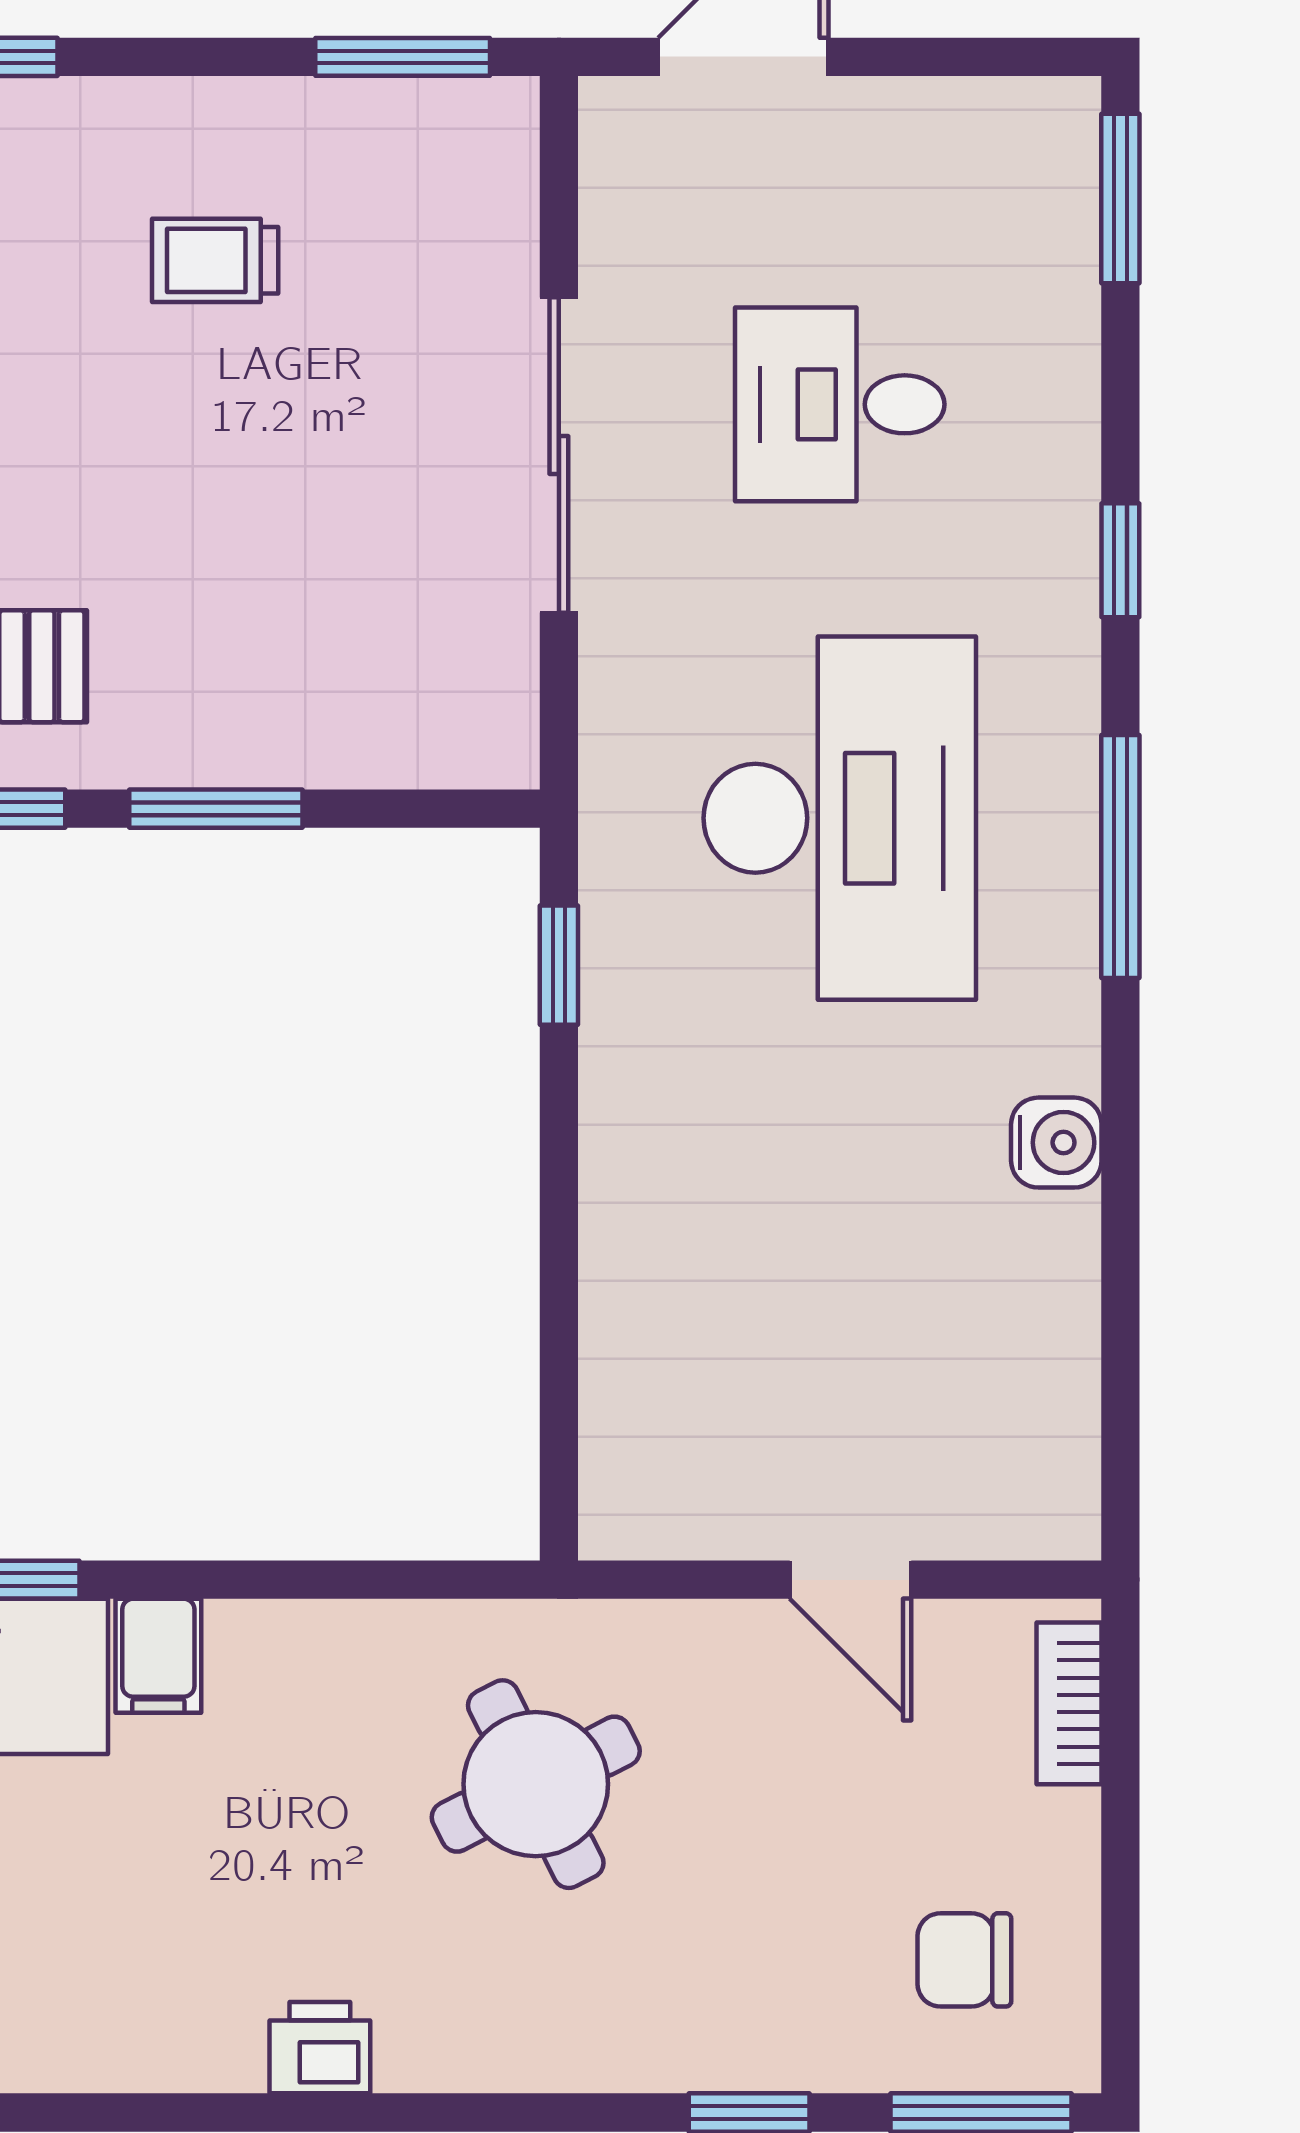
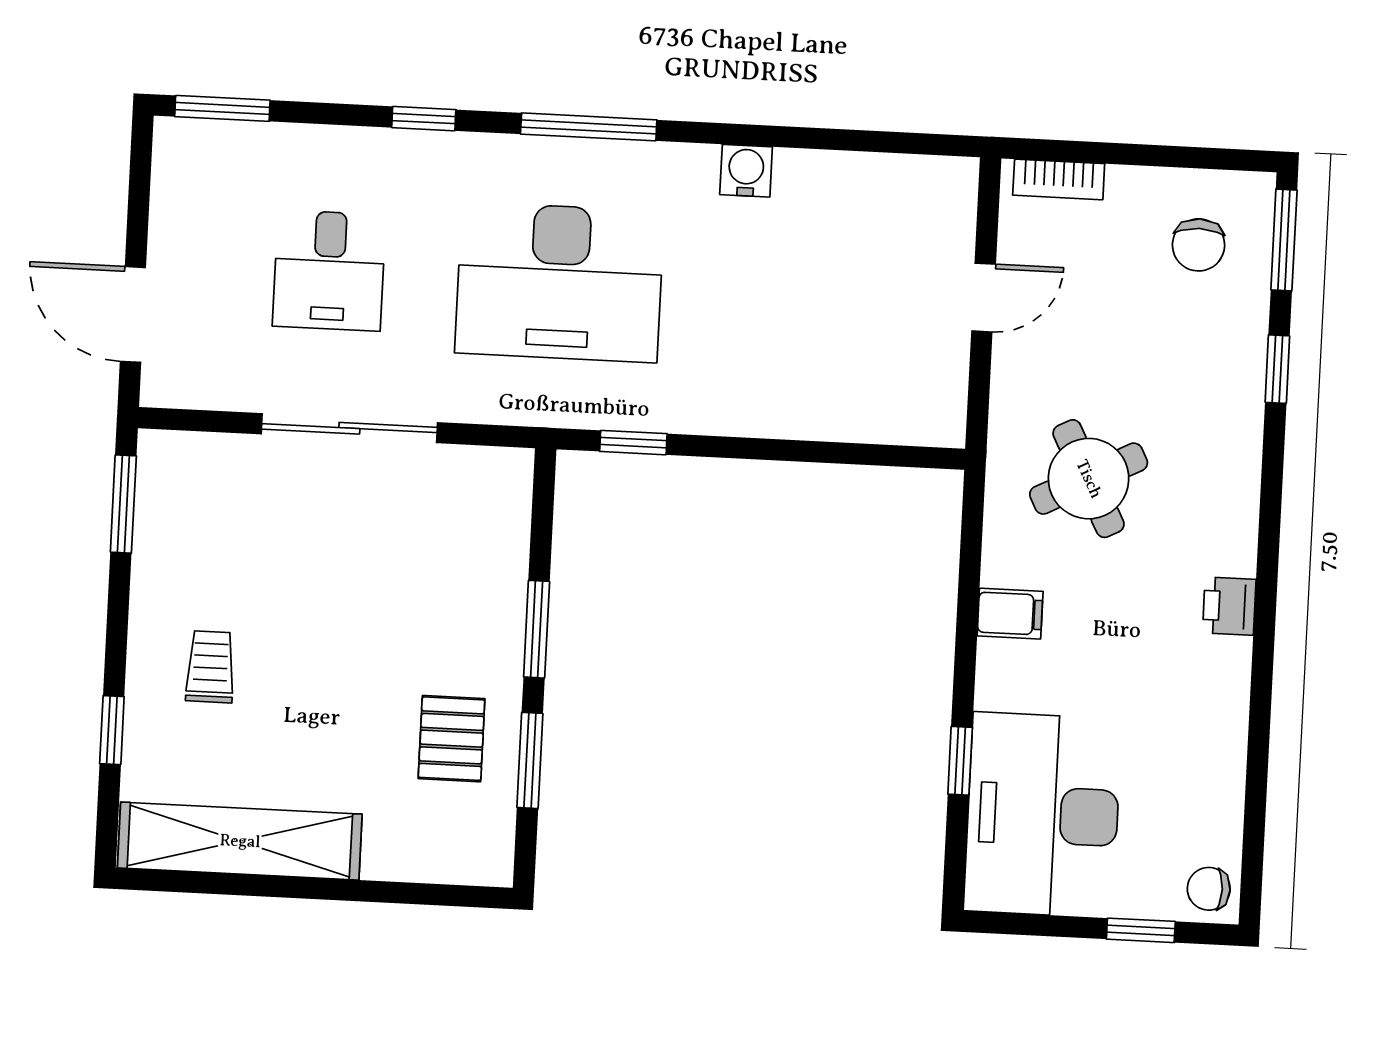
trolley: (215, 260) -> (210, 667), moved, turned 180
desk: (840, 818) -> (559, 282), turned 180
filing cabinet: (158, 1656) -> (1010, 614), moved

